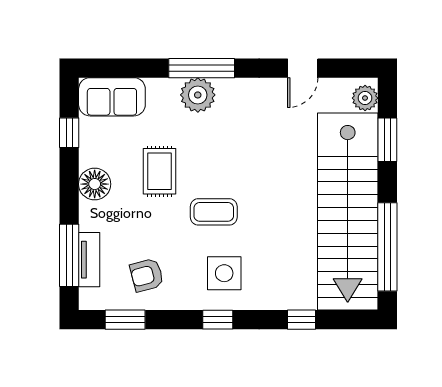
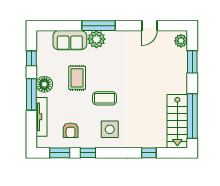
sofa: (112, 97) -> (70, 40), moved
stairs: (348, 211) -> (177, 121), width x0.54, depth x0.66
window: (69, 255) -> (31, 94), moved
tv unit: (89, 260) -> (42, 117), width x1.41
armchair: (147, 275) -> (71, 130), turned -75
window: (218, 320) -> (88, 153), moved

